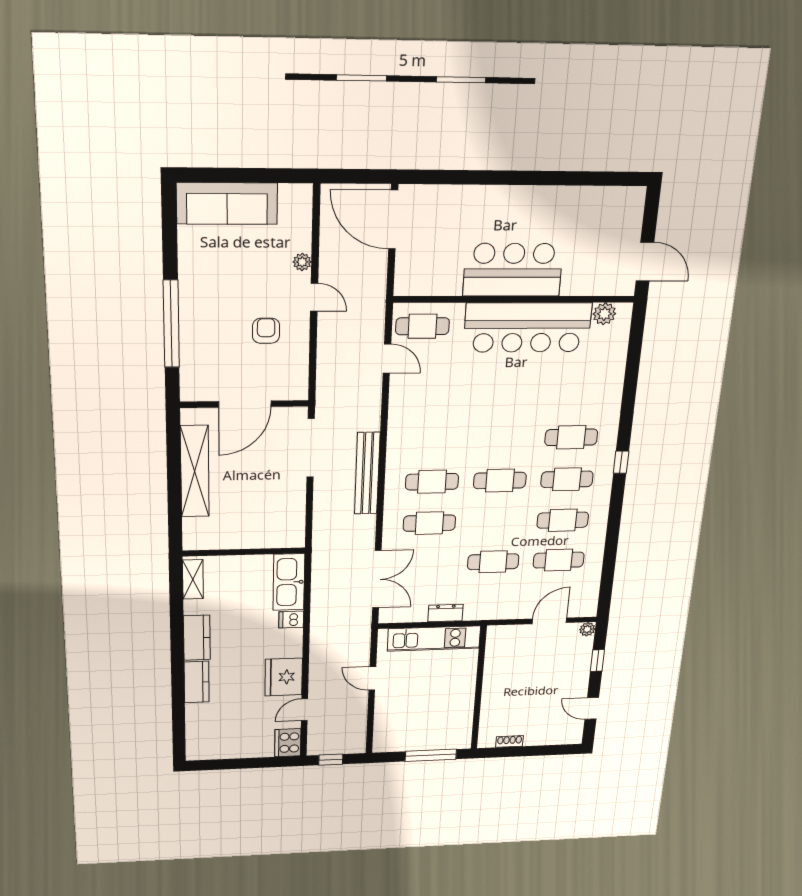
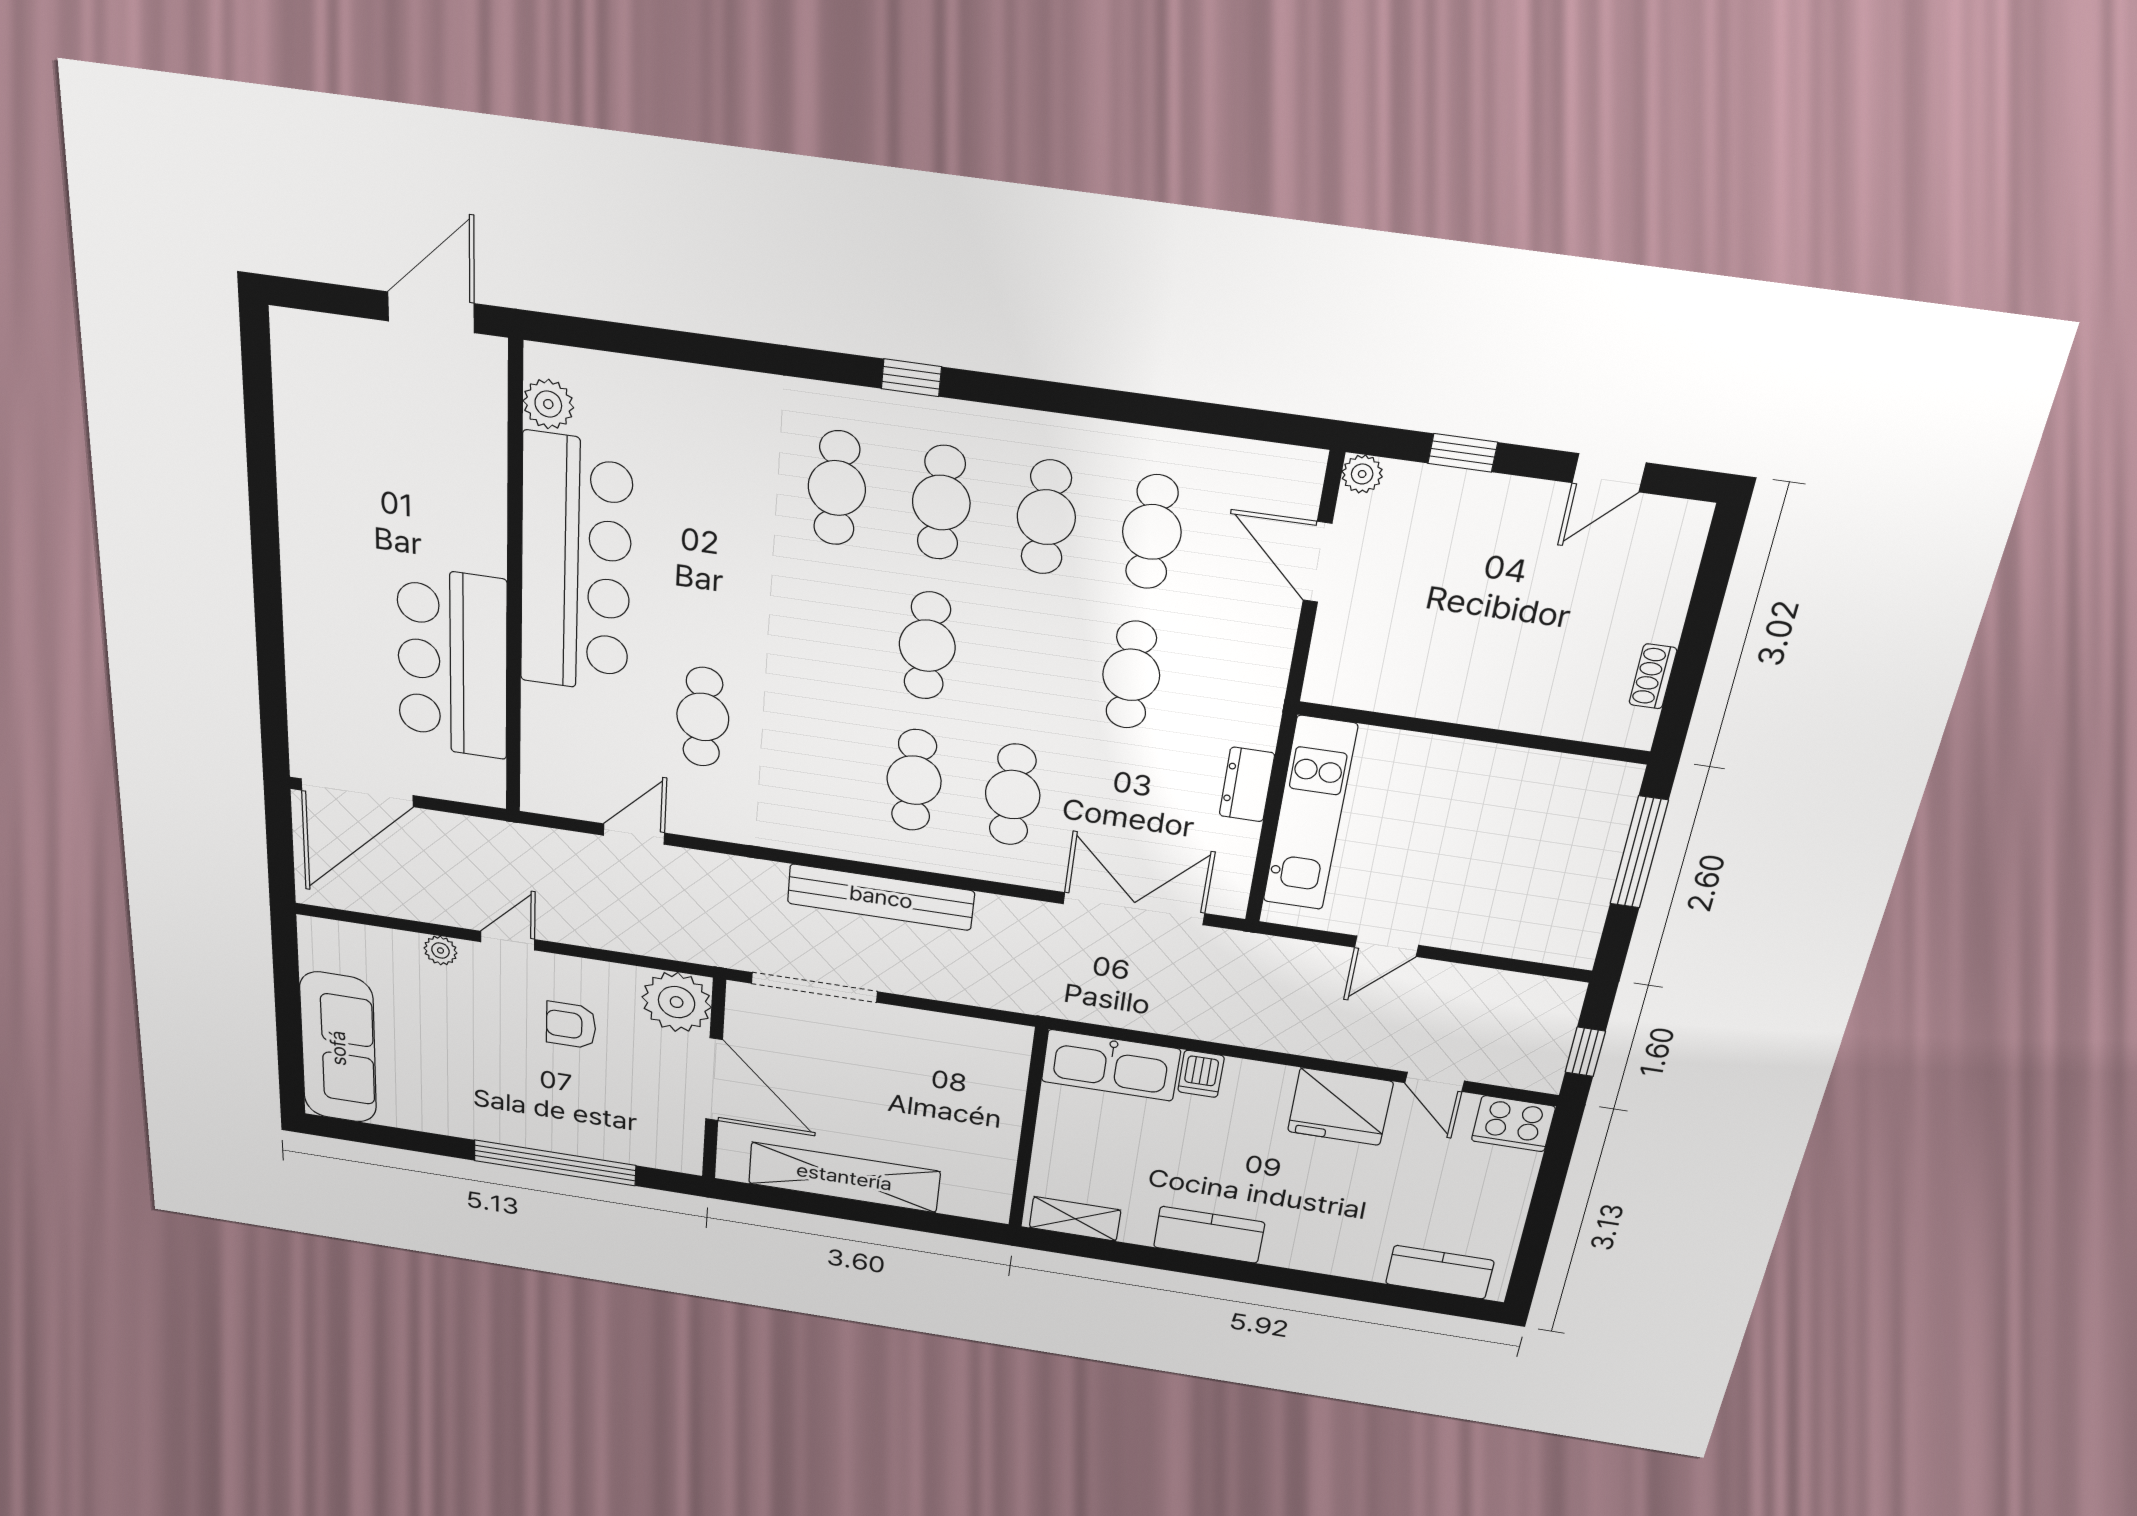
bar counter: (513, 270) -> (453, 663), moved
cafe table: (422, 326) -> (703, 717), moved
plant: (290, 383) -> (677, 1002), added
kitchen counter: (197, 682) -> (1440, 1272), moved

